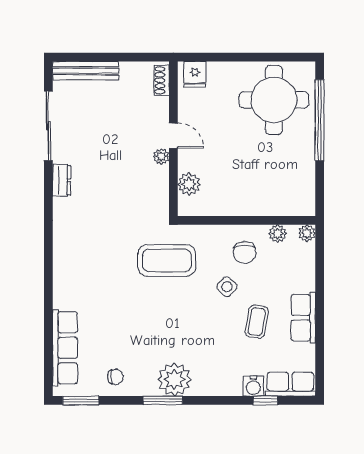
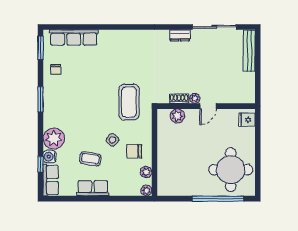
shoe rack: (162, 80) -> (179, 99), moved
plant: (174, 379) -> (54, 139), moved

